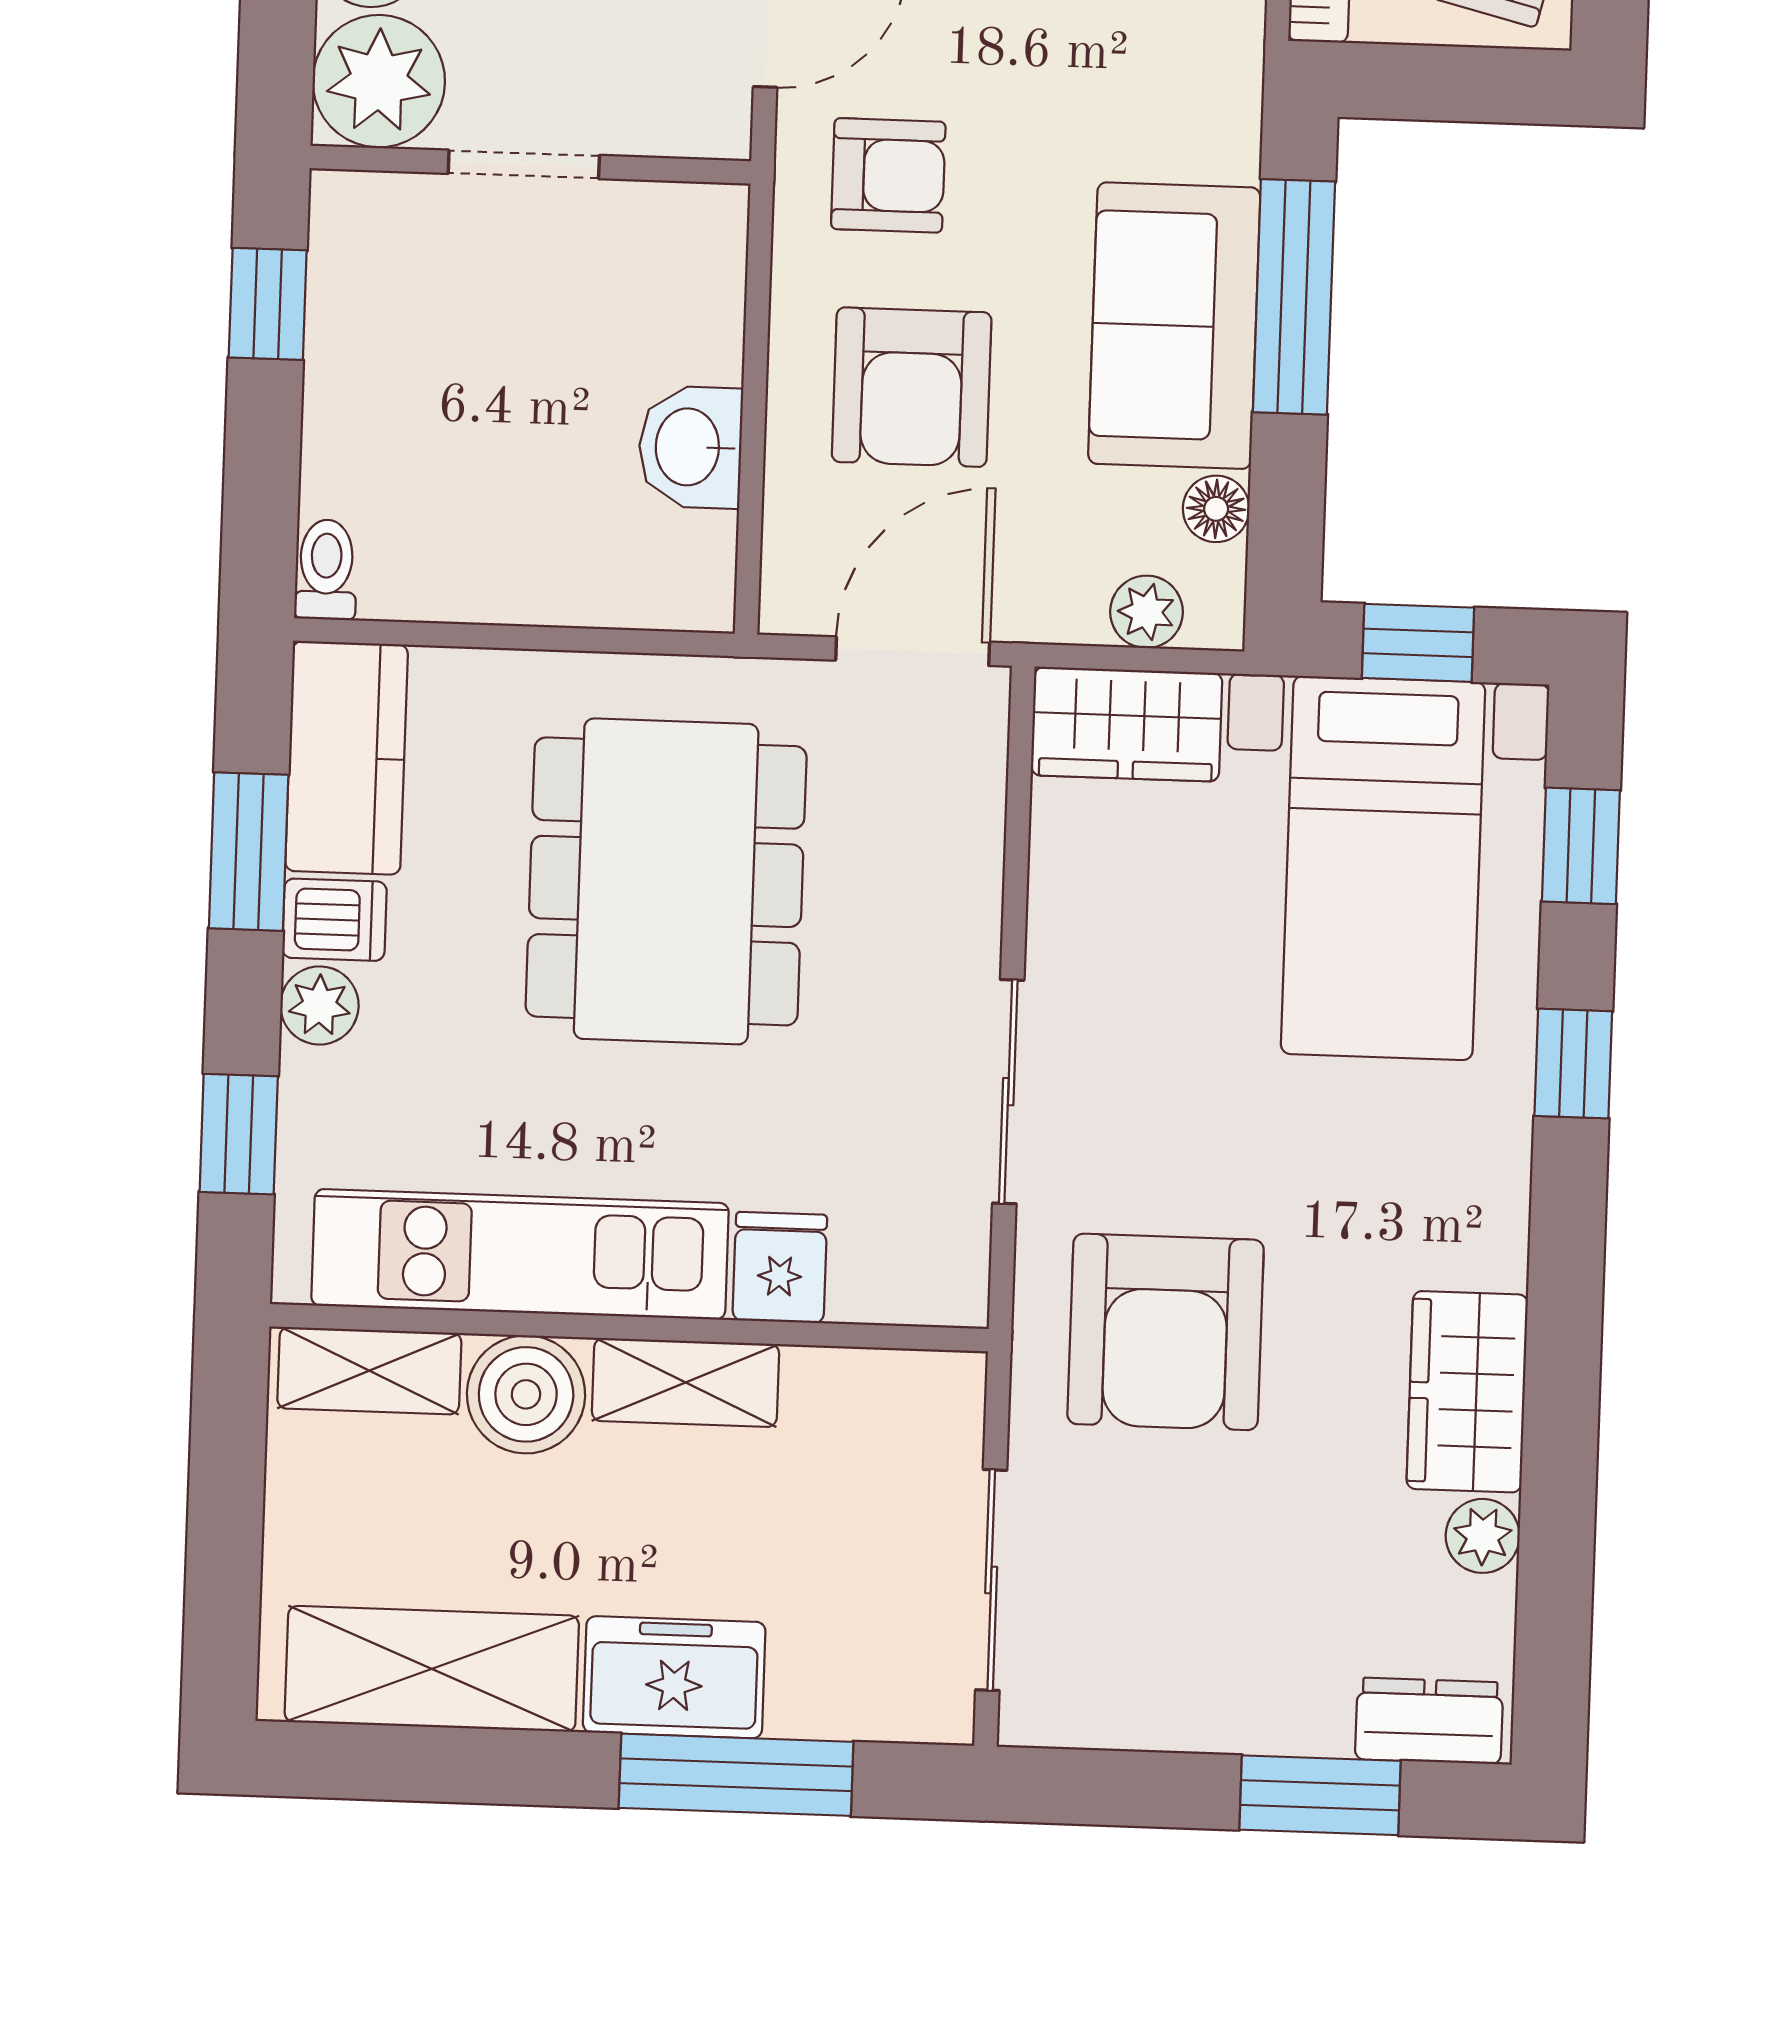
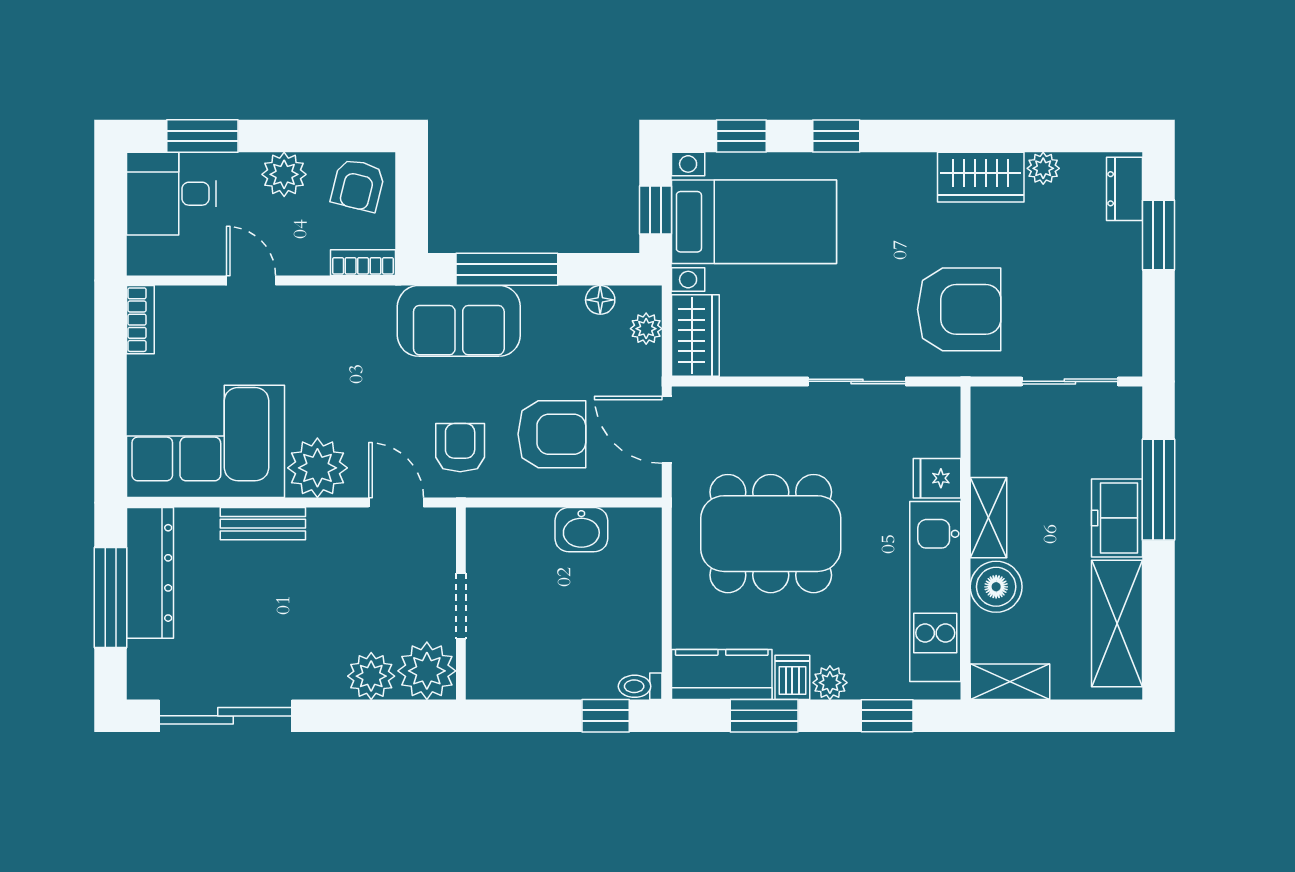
window: (268, 304) -> (606, 716), moved
sofa: (1174, 326) -> (459, 321), moved
shelving: (369, 1371) -> (1010, 682), moved, turned 90

